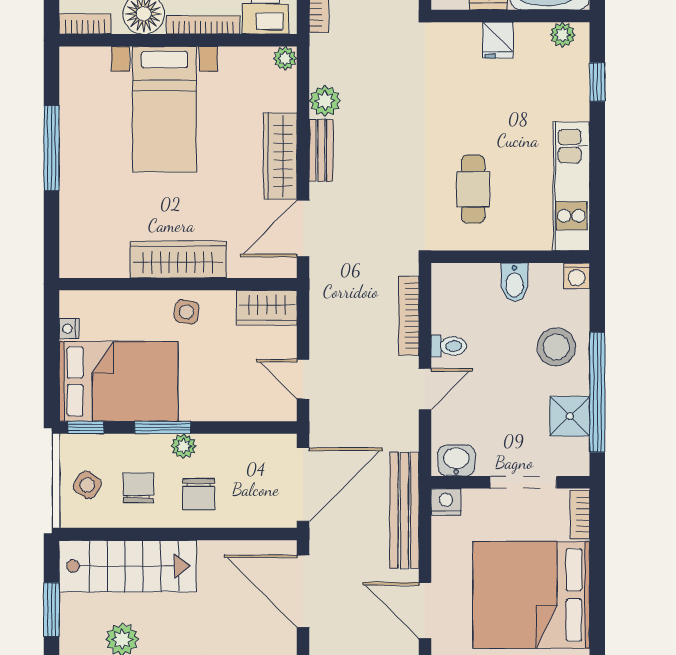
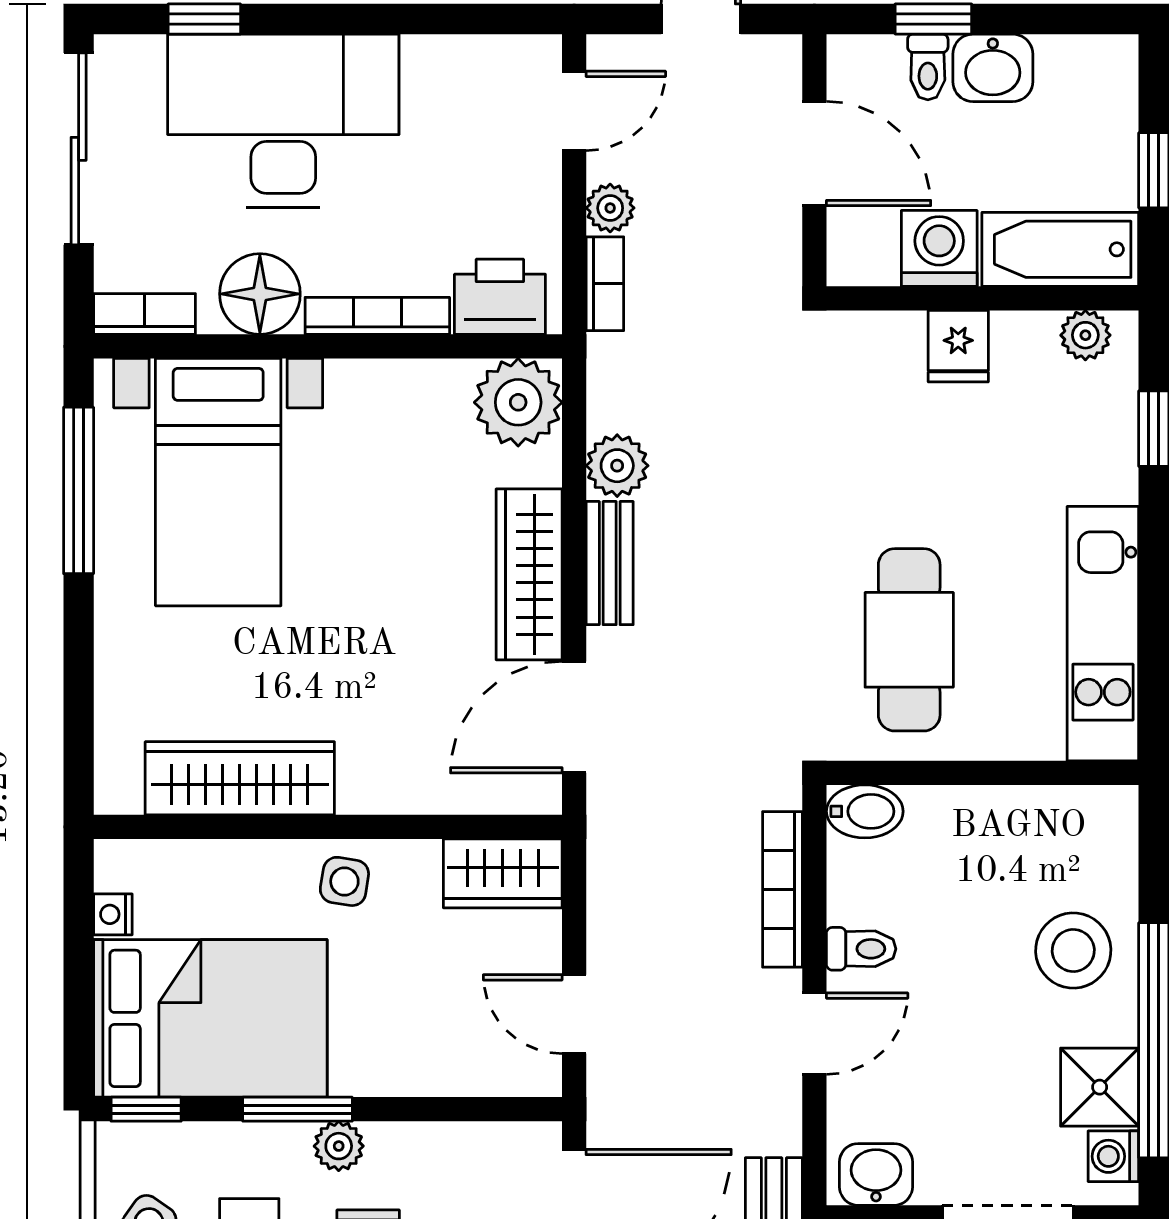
plant: (285, 58) -> (518, 402), width x1.88, depth x1.88
bed with nightstands: (164, 109) -> (218, 482), moved
window: (52, 148) -> (79, 490), moved
cafe table: (473, 189) -> (909, 640), width x1.37, depth x1.35
wardrobe: (178, 259) -> (240, 778), moved
washing machine: (577, 276) -> (1113, 1156), moved, turned 90
bidet: (515, 282) -> (865, 811), moved, turned -90

